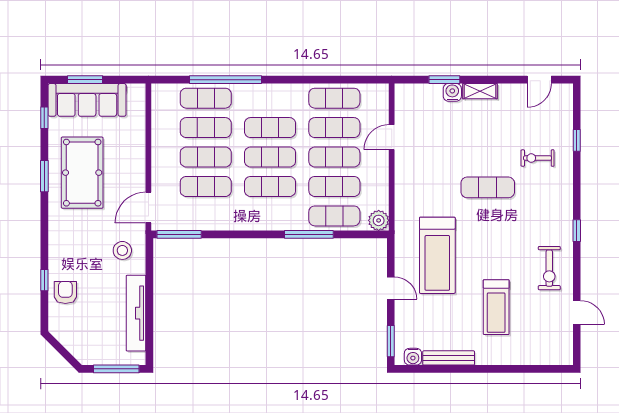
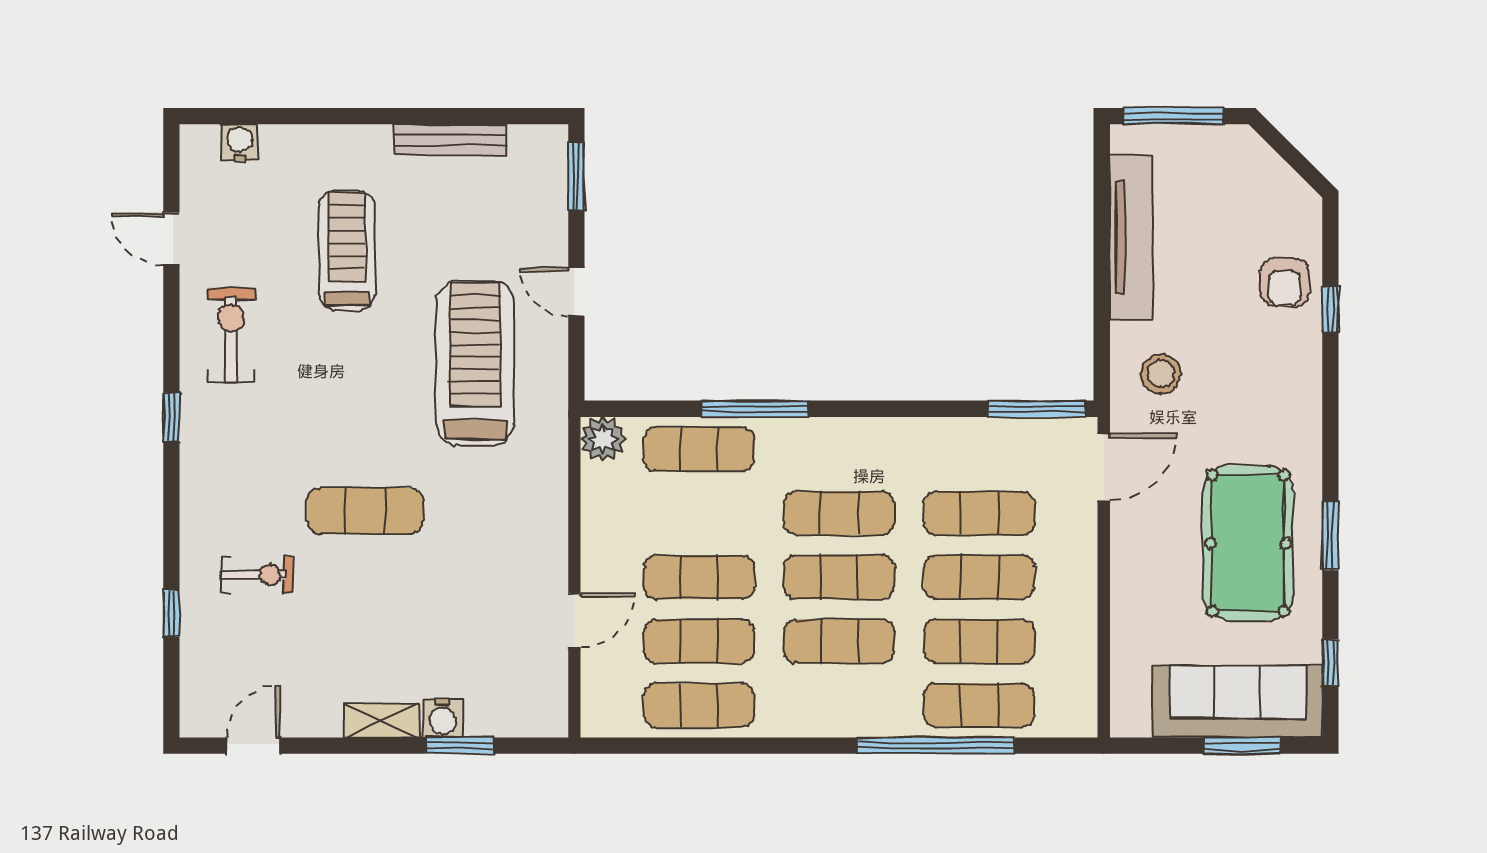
exercise mat: (334, 186) -> (699, 513), removed
water cooler: (413, 357) -> (240, 142), moved

